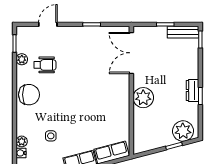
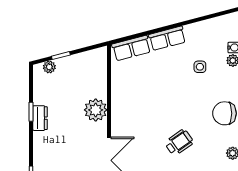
wheelchair: (45, 65) -> (179, 142), moved, turned 145
plant: (183, 131) -> (49, 67), width x0.53, depth x0.53

